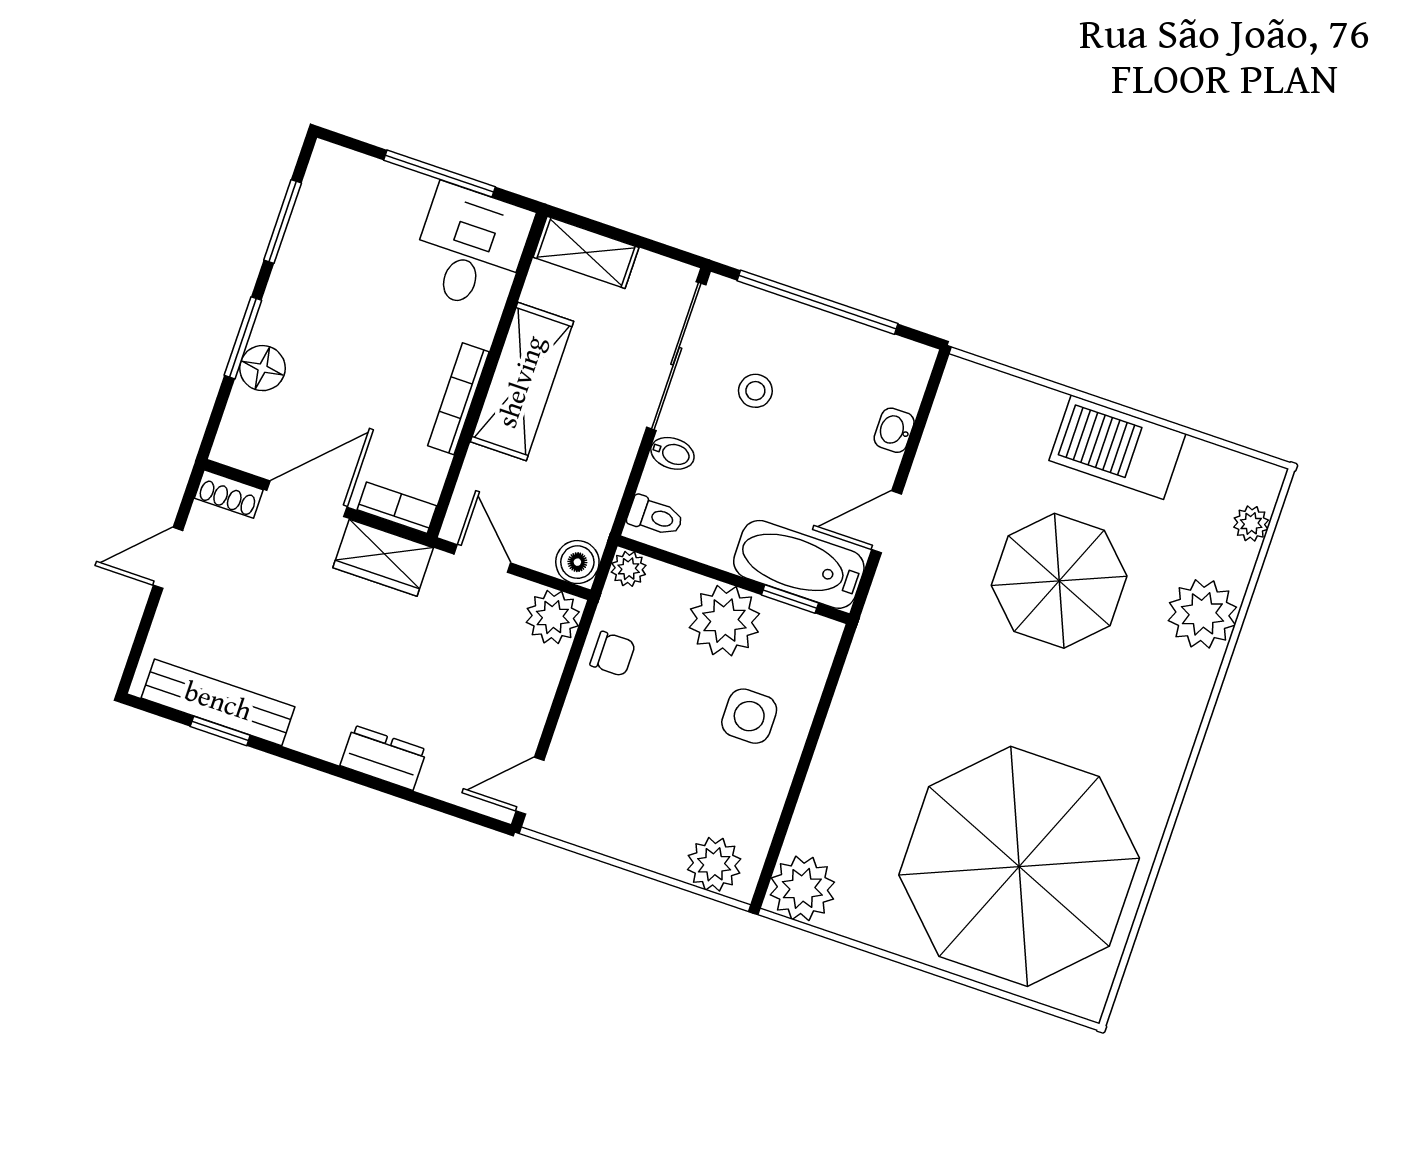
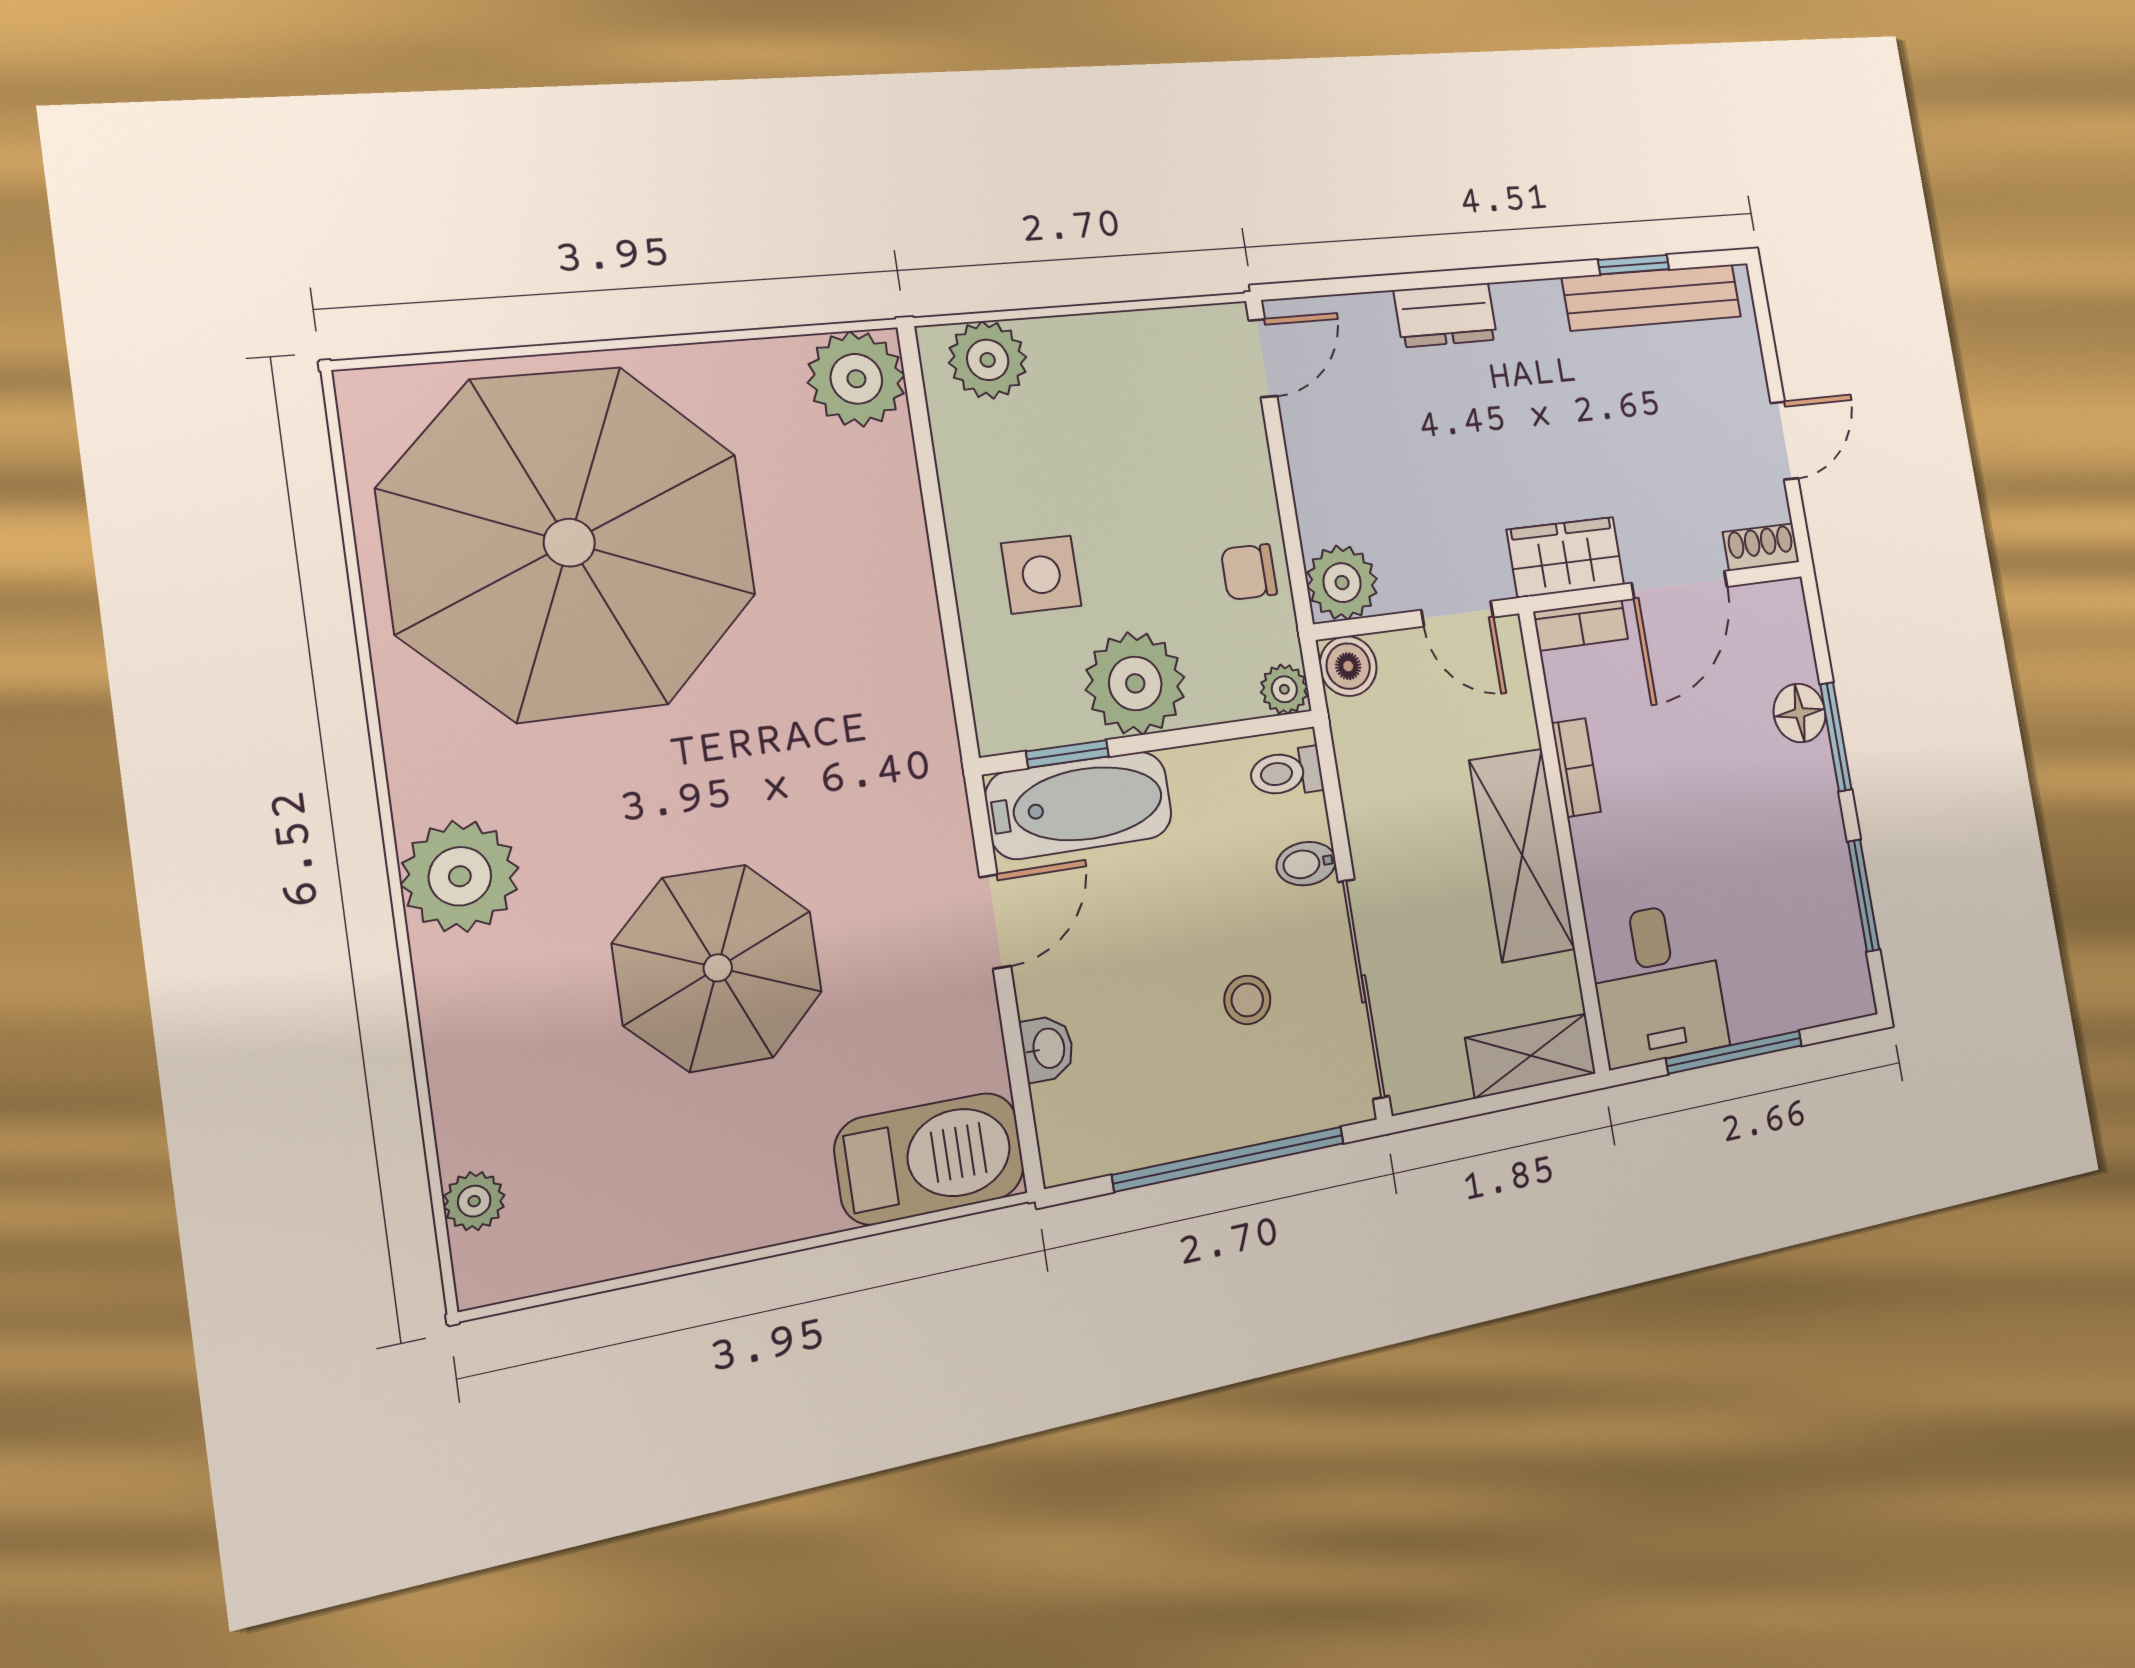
bookcase: (458, 399) -> (1576, 768), width x0.64
barbecue: (1117, 447) -> (930, 1158), moved
plant: (1202, 614) -> (460, 876), moved

